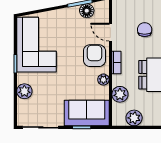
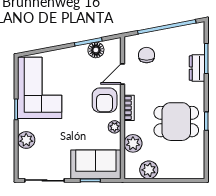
chair: (145, 30) -> (147, 55), moved
door: (110, 32) -> (122, 74), hinge flipped
armchair: (94, 56) -> (105, 100), turned 180

